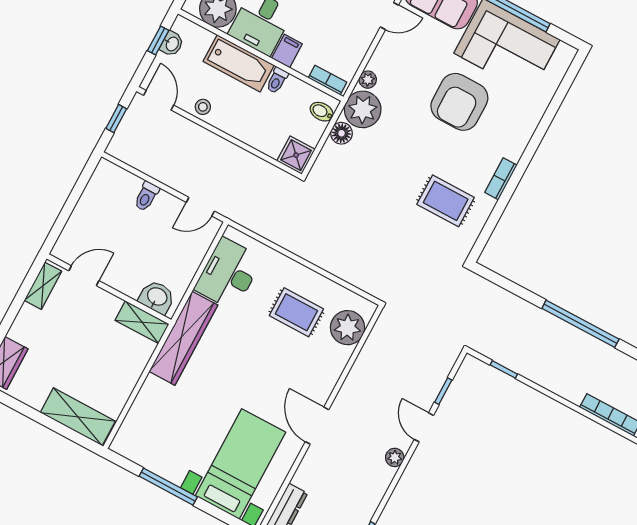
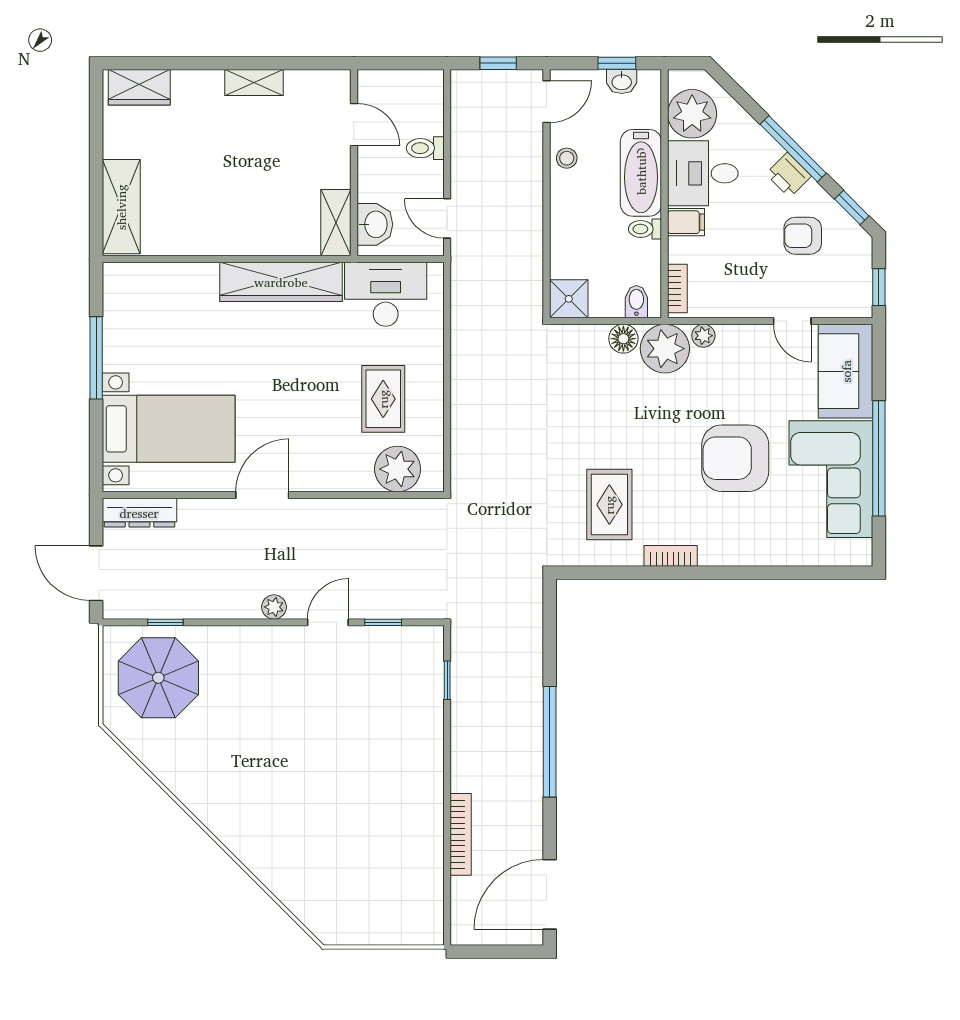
door: (84, 276) -> (354, 125), moved
wall: (109, 289) -> (354, 163), moved
washbasin: (157, 297) -> (375, 224), moved
shelving: (142, 322) -> (336, 223), moved

